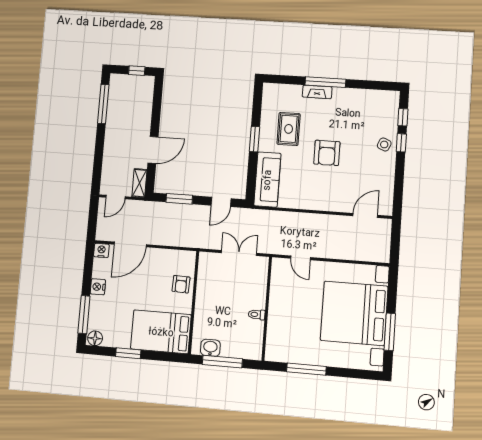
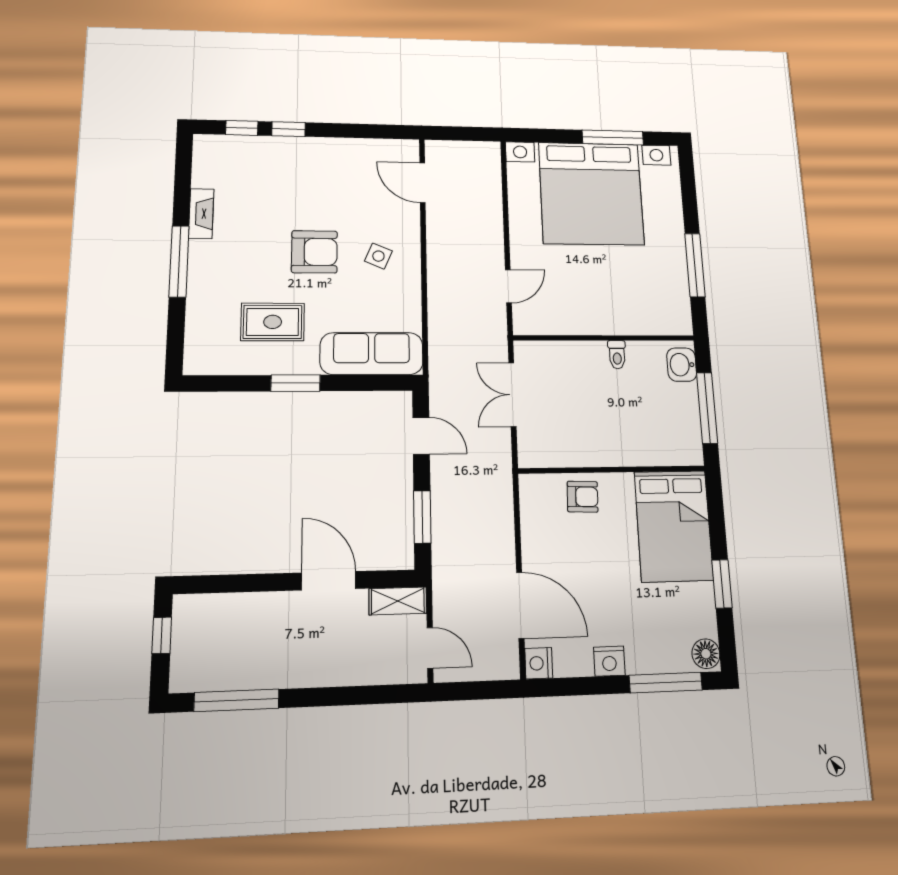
fireplace: (317, 92) -> (201, 214), moved
side table: (384, 144) -> (378, 256), moved
washbasin: (210, 348) -> (682, 365), moved

